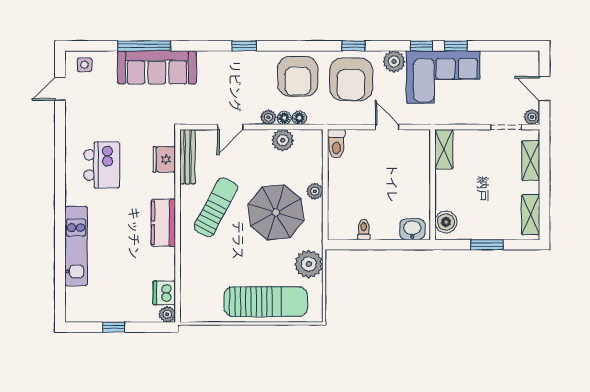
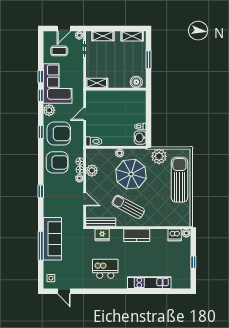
coffee table: (503, 80) -> (59, 51), added
washbasin: (412, 229) -> (140, 138), moved

